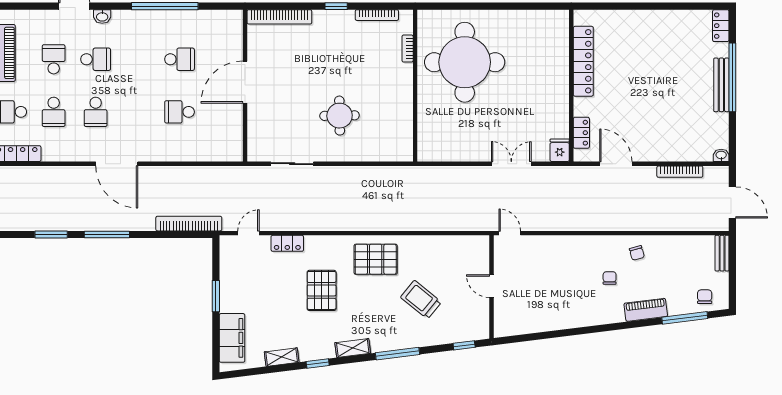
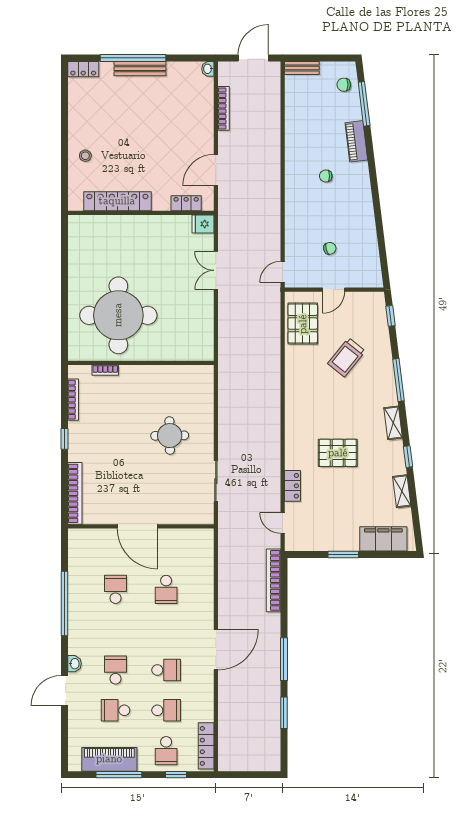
stool: (631, 28) -> (85, 156), added
chair: (637, 253) -> (330, 248), moved
pallet: (376, 259) -> (303, 324), moved

